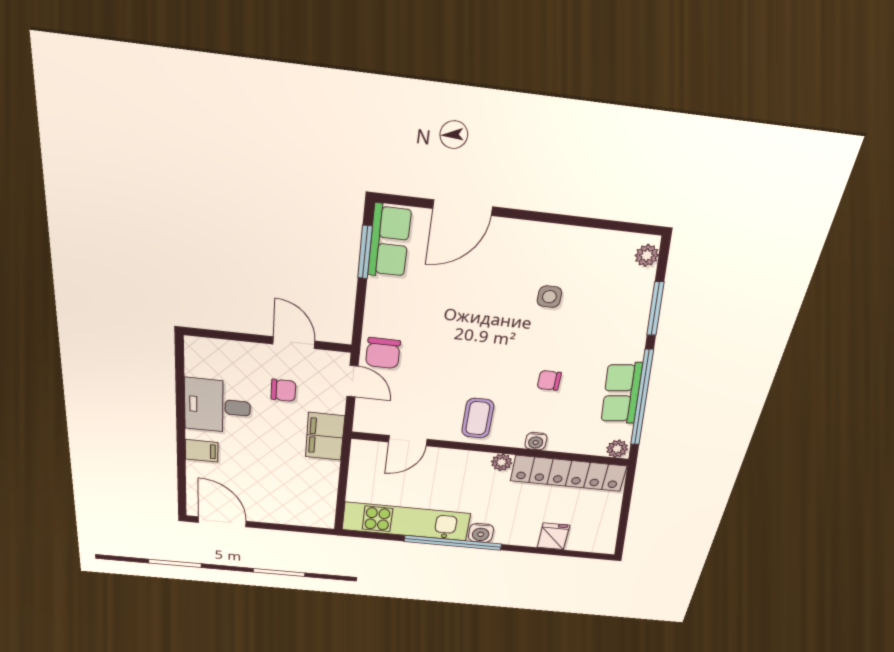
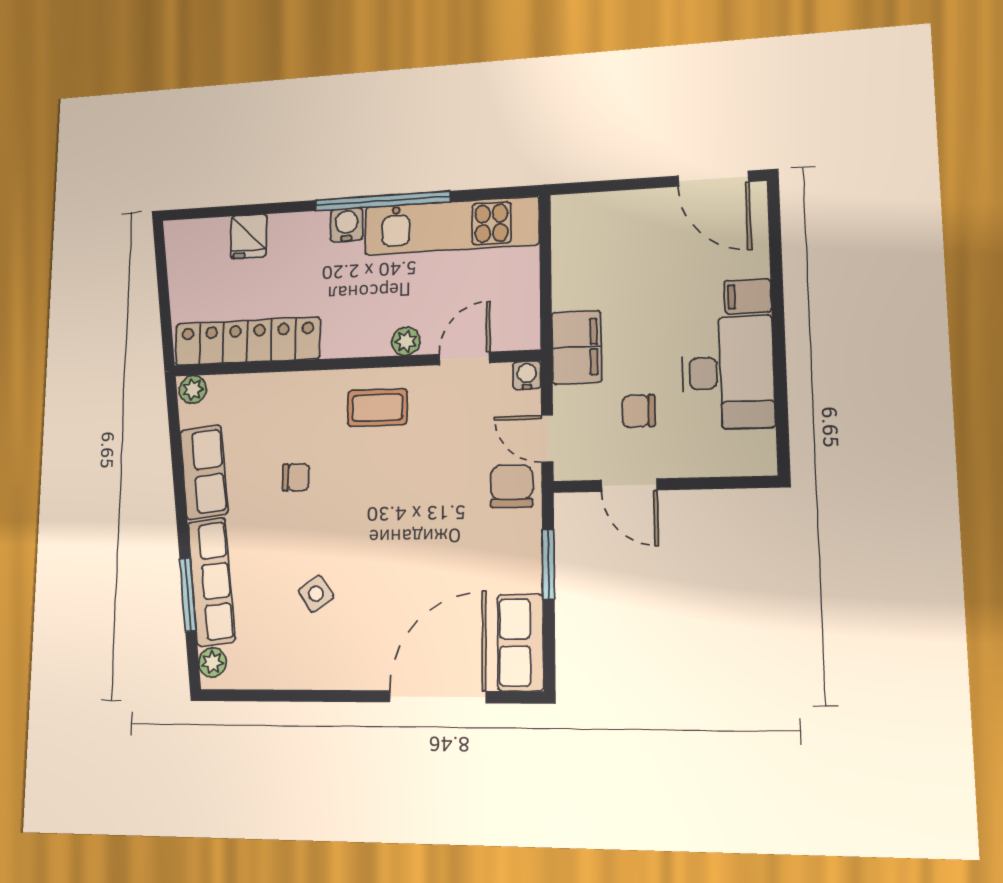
door: (463, 208) -> (437, 697), width x1.36
window: (365, 252) -> (548, 564), moved
side table: (549, 297) -> (316, 594), turned -34
row of seats: (634, 316) -> (211, 582), added
window: (642, 398) -> (178, 469), removed
desk: (217, 406) -> (728, 373), width x1.37
coffee table: (478, 418) -> (377, 408), turned 90
water cooler: (536, 441) -> (527, 375), moved
plant: (502, 462) -> (406, 341), moved

